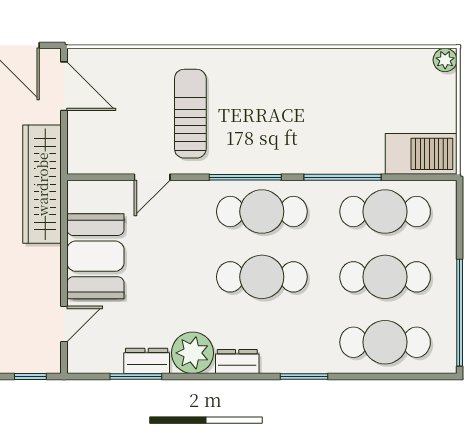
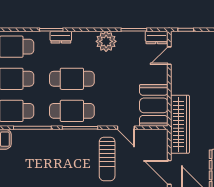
door: (152, 177) -> (126, 128), swing flipped
booth: (95, 256) -> (154, 105), moved
dresser: (147, 361) -> (156, 37), moved
dresser: (237, 362) -> (61, 37), moved

